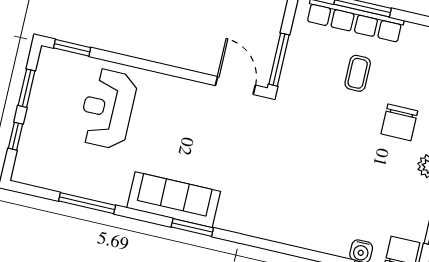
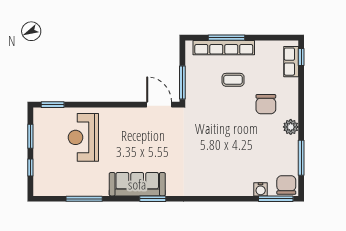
coffee table: (358, 73) -> (233, 80), turned 90

